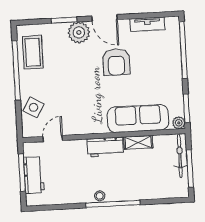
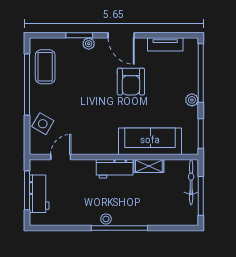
plant: (79, 32) -> (89, 44), width x0.53, depth x0.53
plant: (179, 123) -> (192, 100), moved

